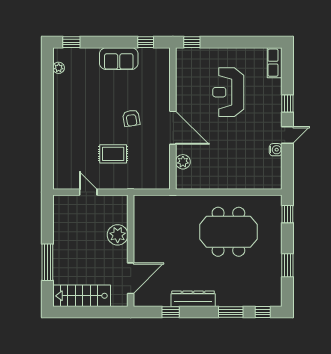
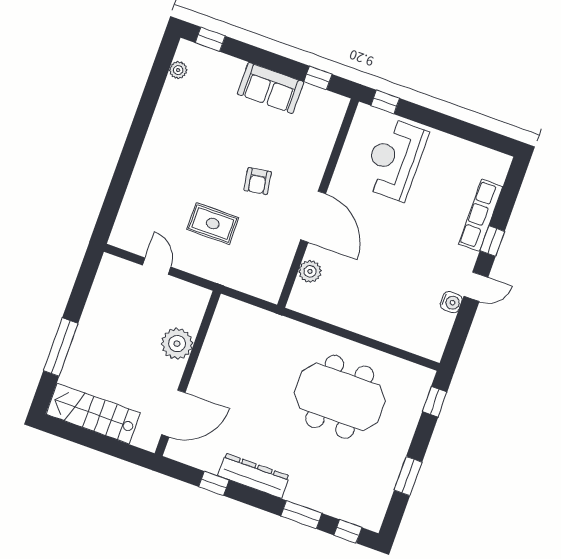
row of seats: (275, 63) -> (481, 215), moved, width x1.48
reception desk: (228, 92) -> (395, 159), moved

